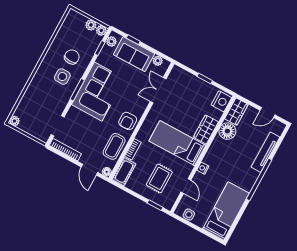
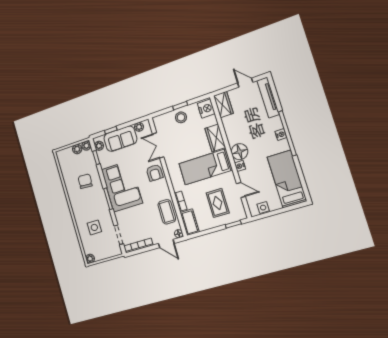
side table: (62, 77) -> (94, 227), moved
stool: (196, 88) -> (181, 117), added
door: (268, 113) -> (245, 83), swing flipped
armchair: (128, 121) -> (155, 173), moved
floor lamp: (227, 131) -> (239, 152), moved
tv unit: (265, 152) -> (268, 98), moved
nightstand: (254, 175) -> (281, 135), added

